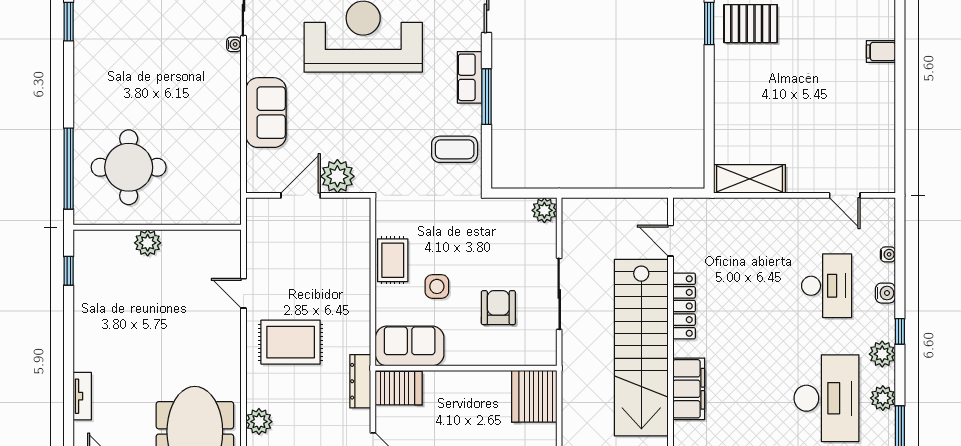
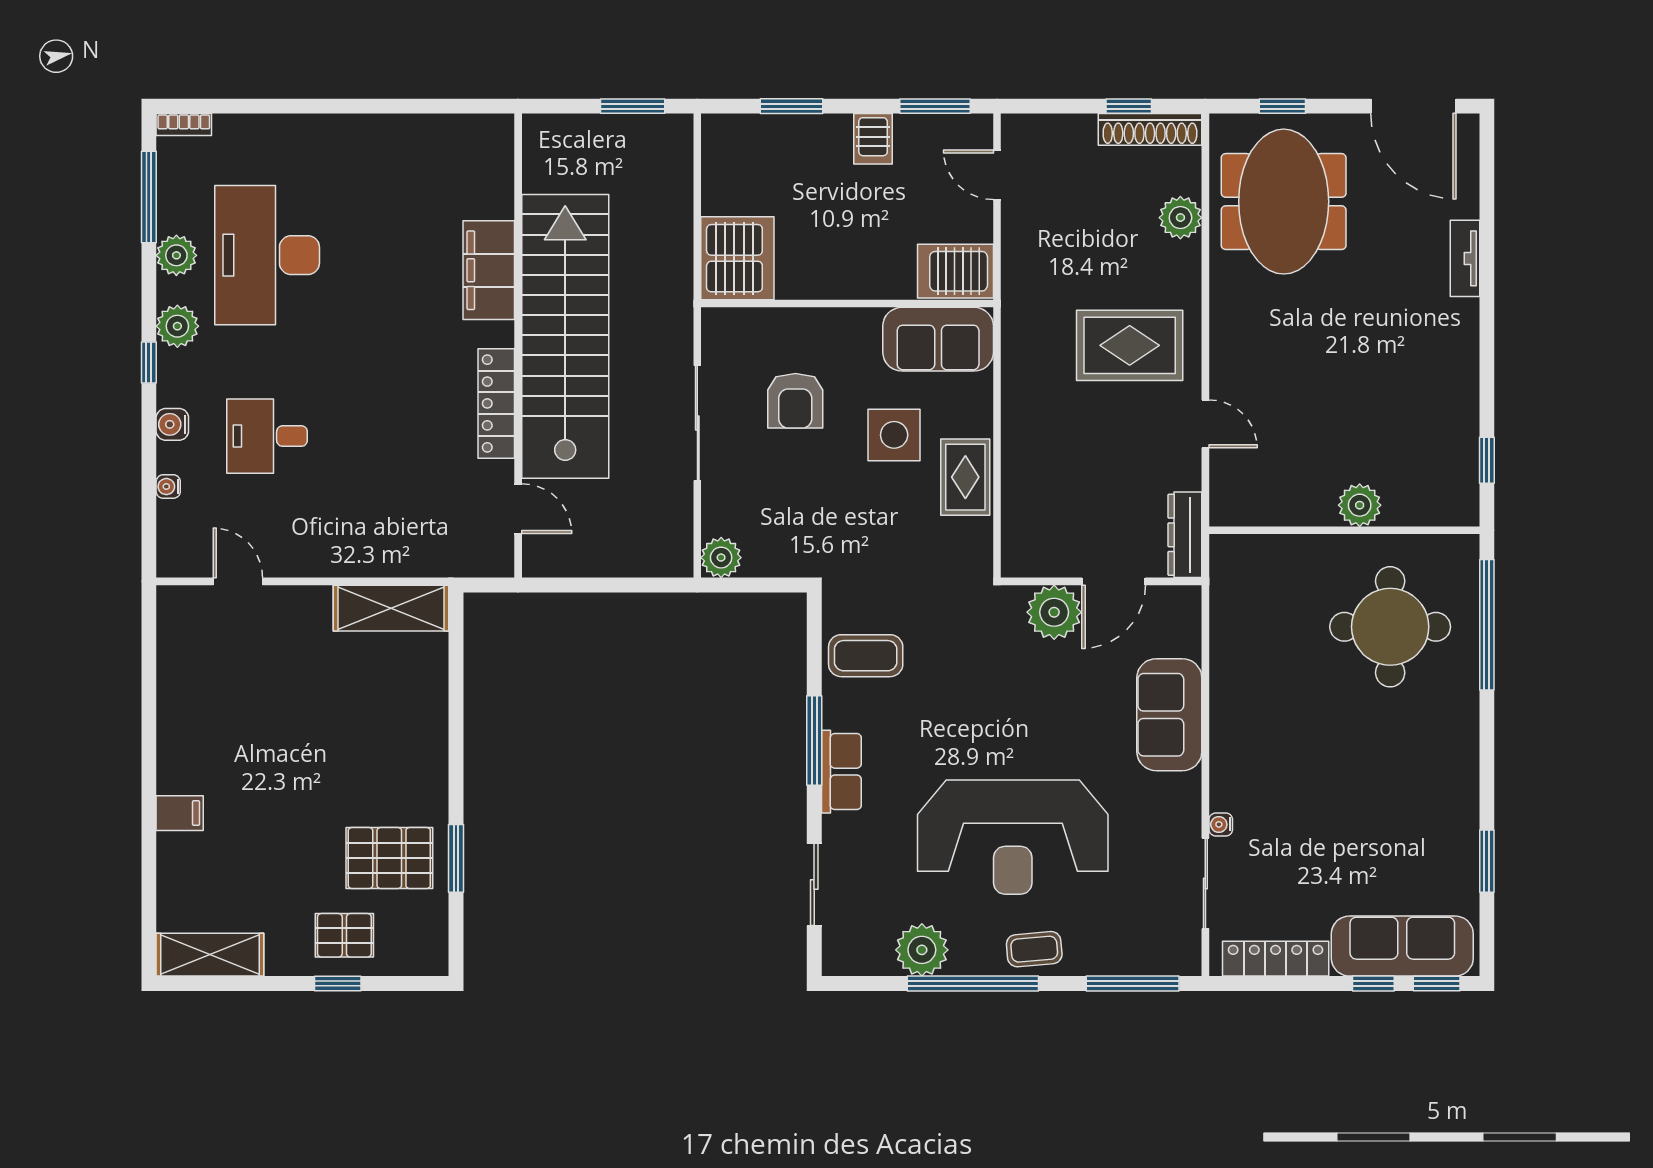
side table: (437, 286) -> (894, 435), width x1.37, depth x1.37
desk: (827, 286) -> (267, 436), width x0.73
dresser: (360, 381) -> (1185, 535), moved, turned 180

